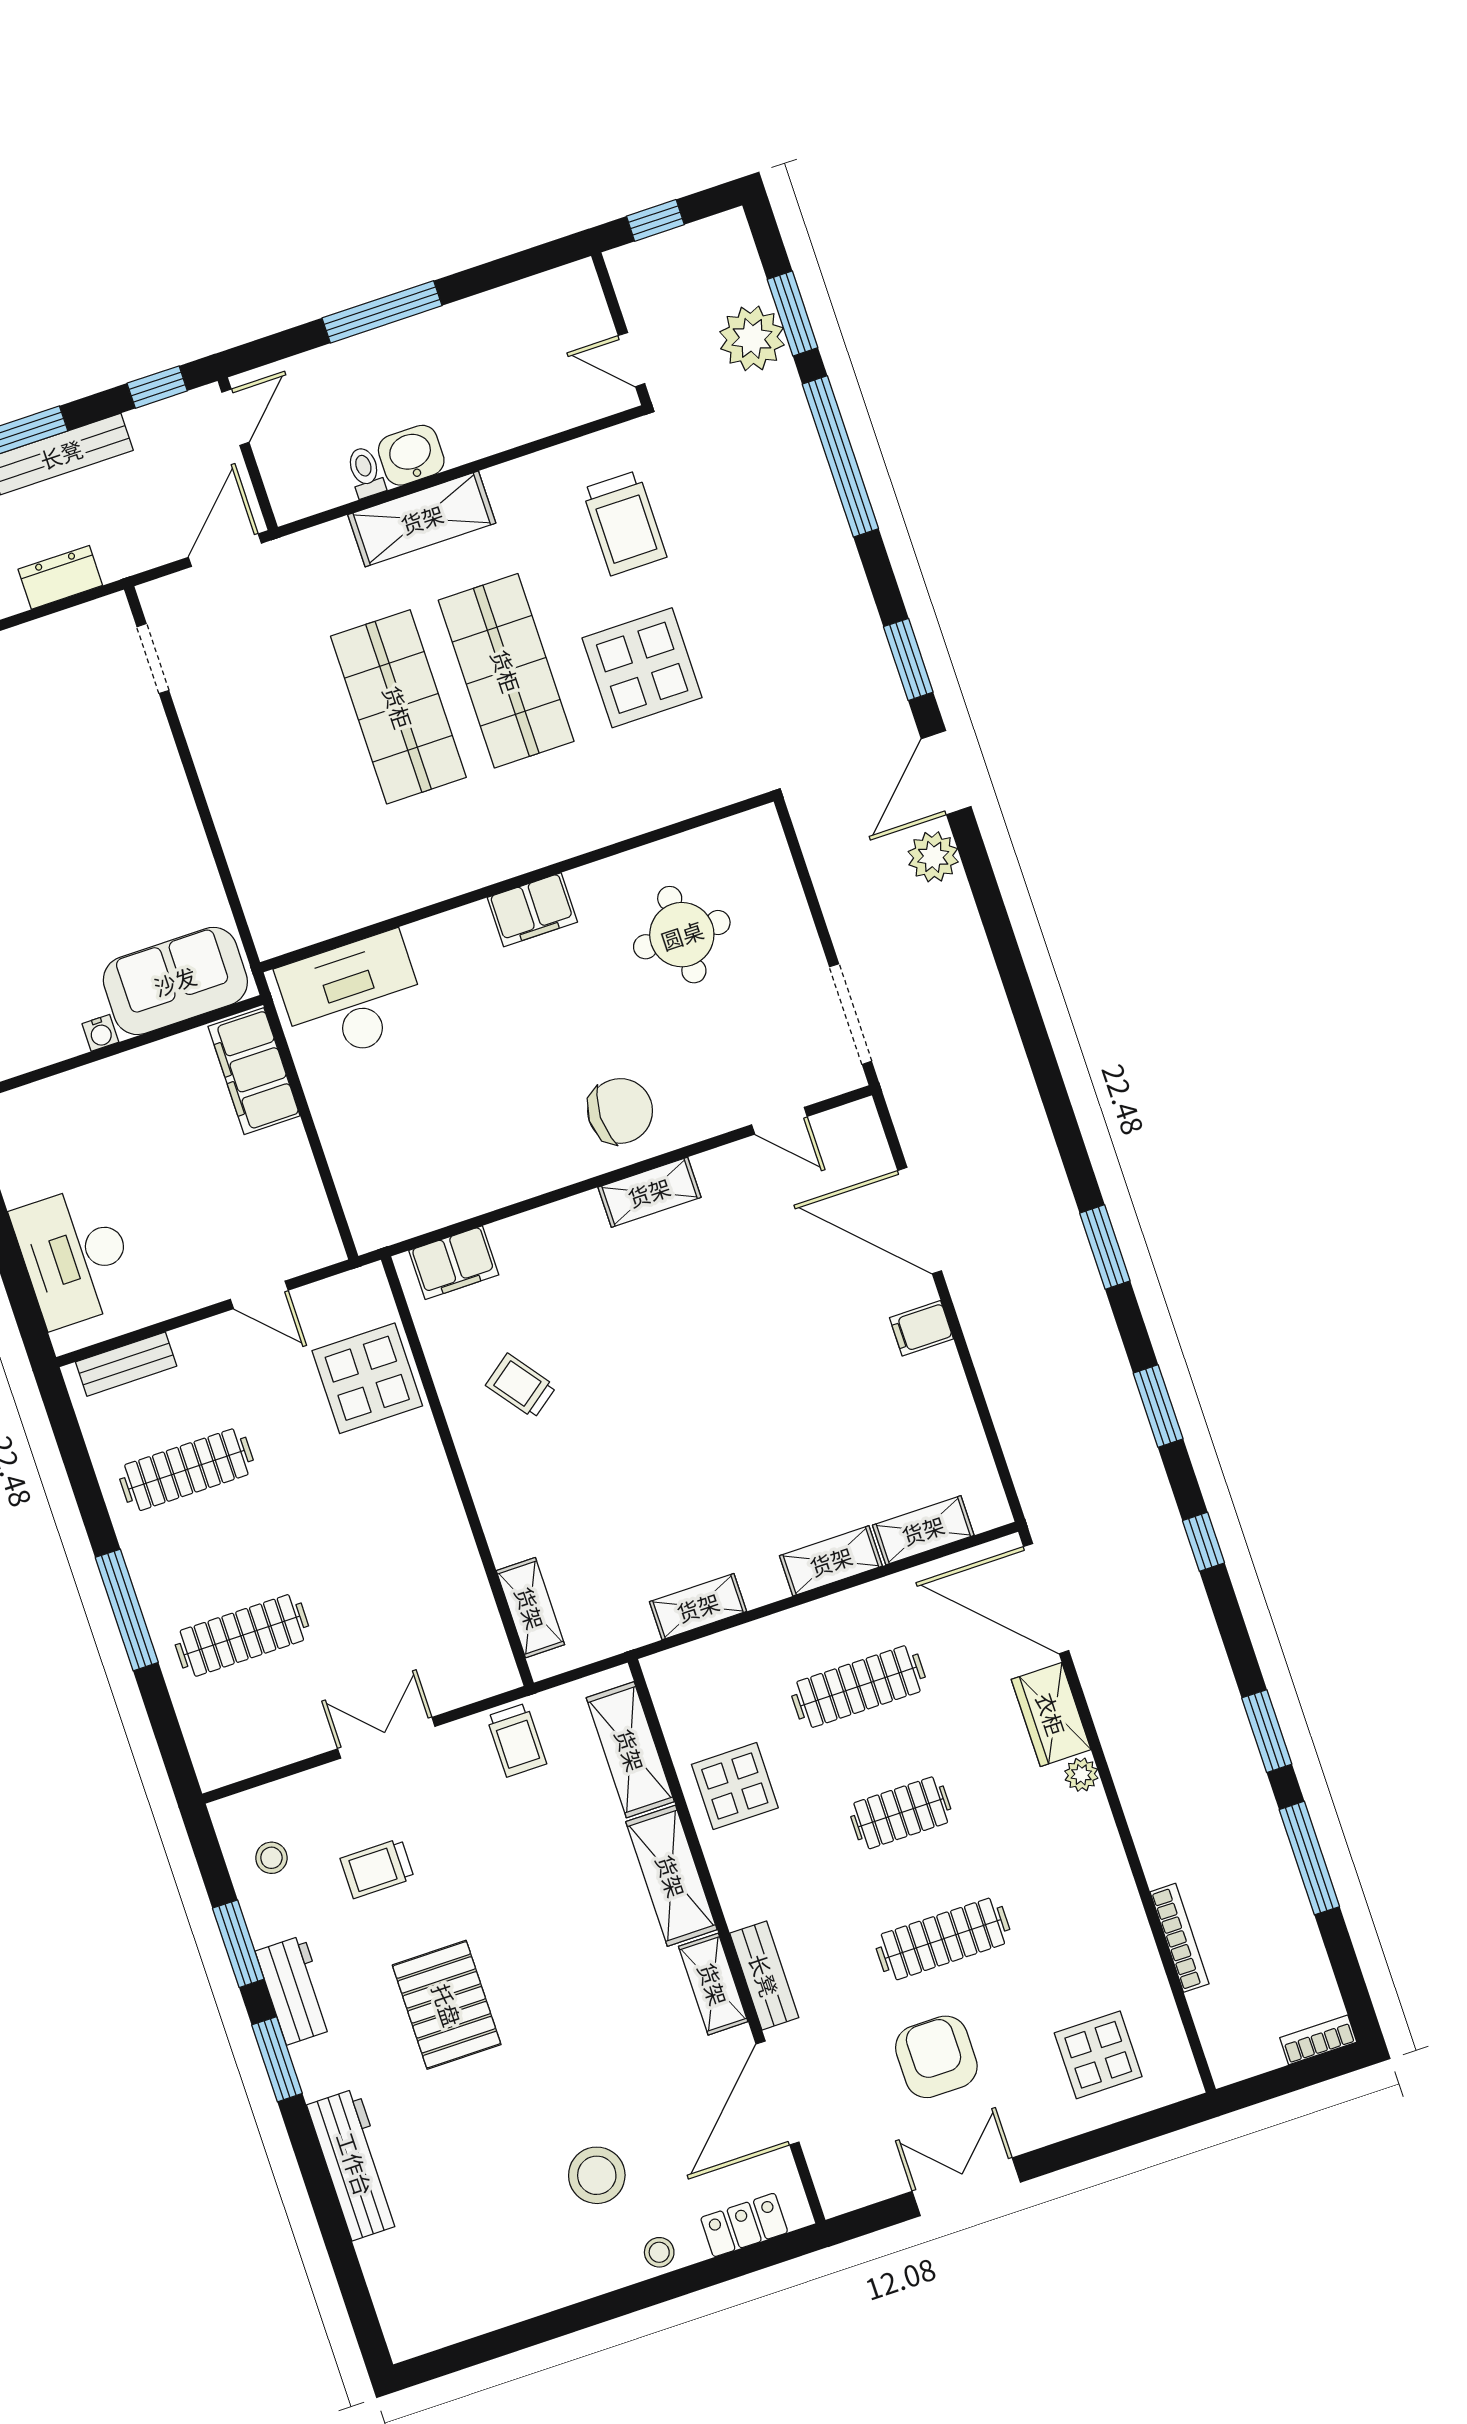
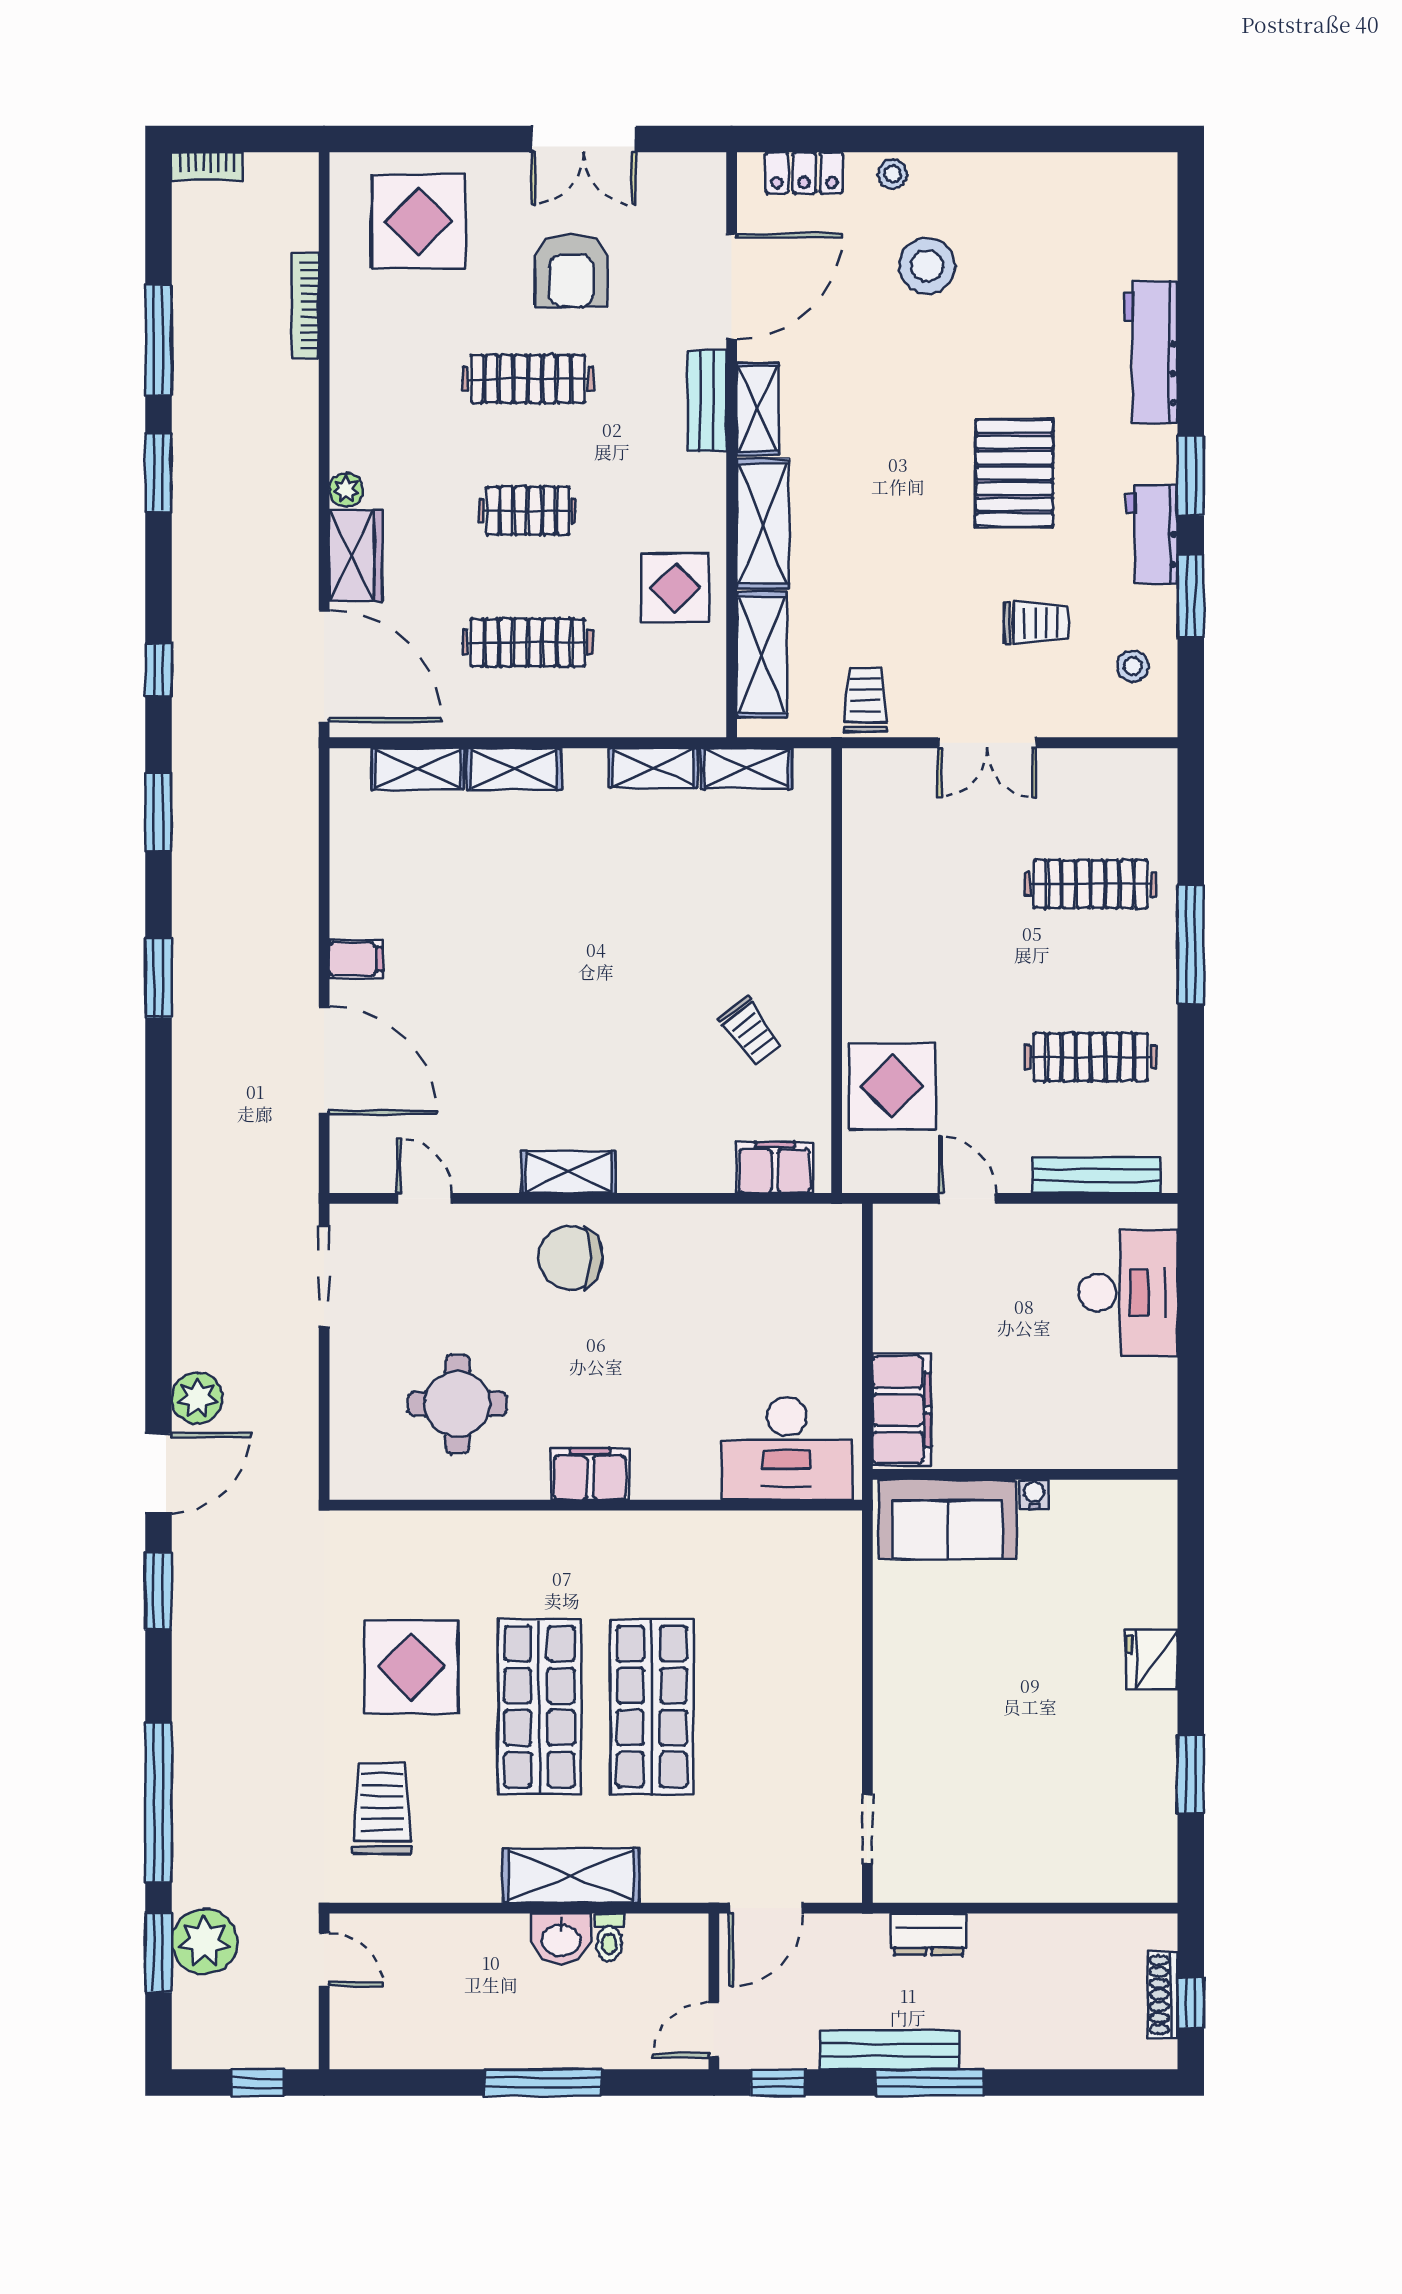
bench: (126, 1364) -> (1097, 1175), width x1.36
shelving: (530, 1608) -> (747, 768), moved, turned 90
display table: (1098, 2055) -> (418, 222), width x1.36, depth x1.36

